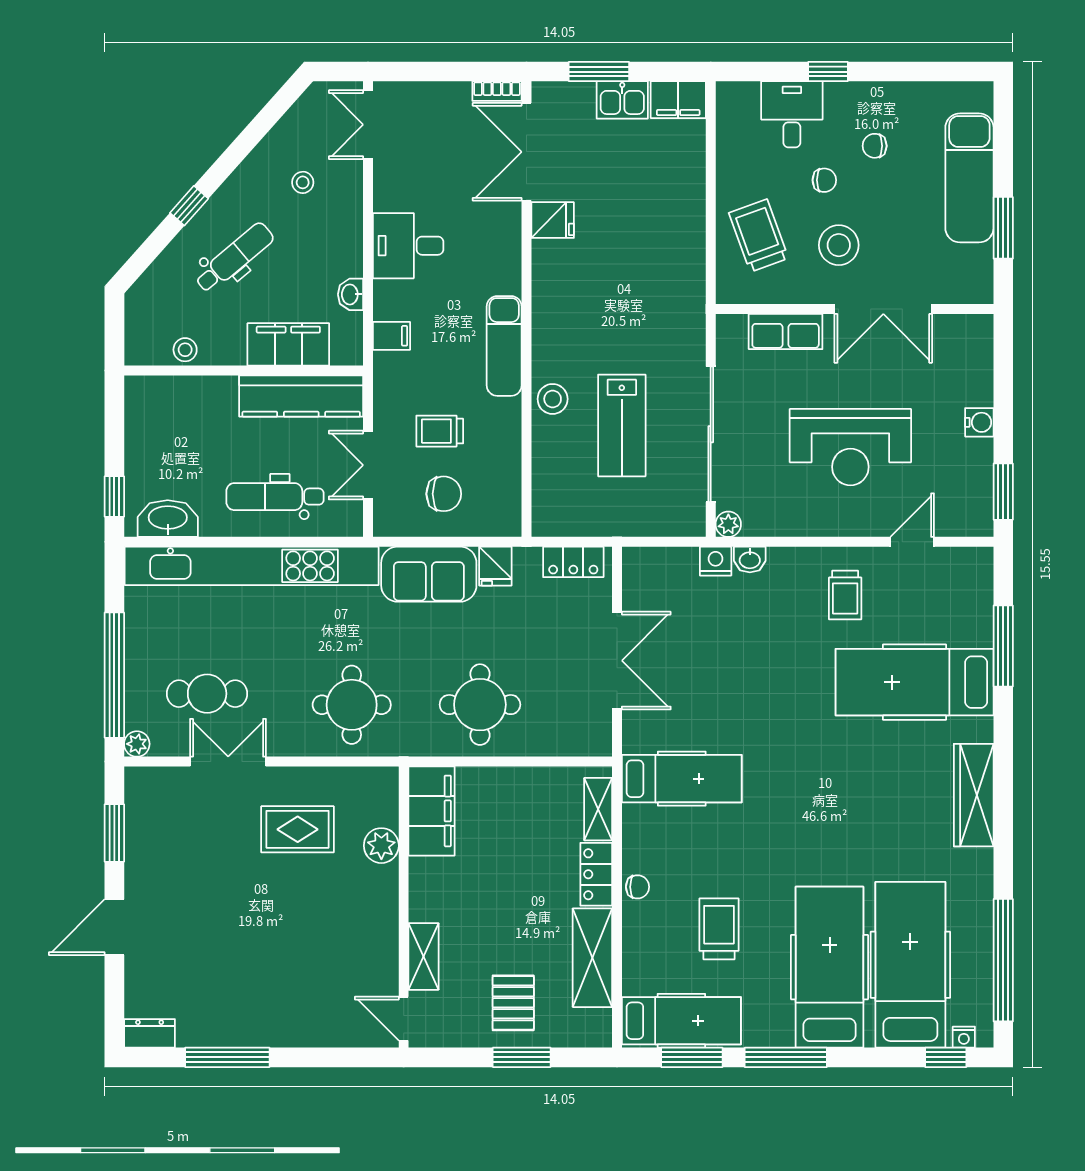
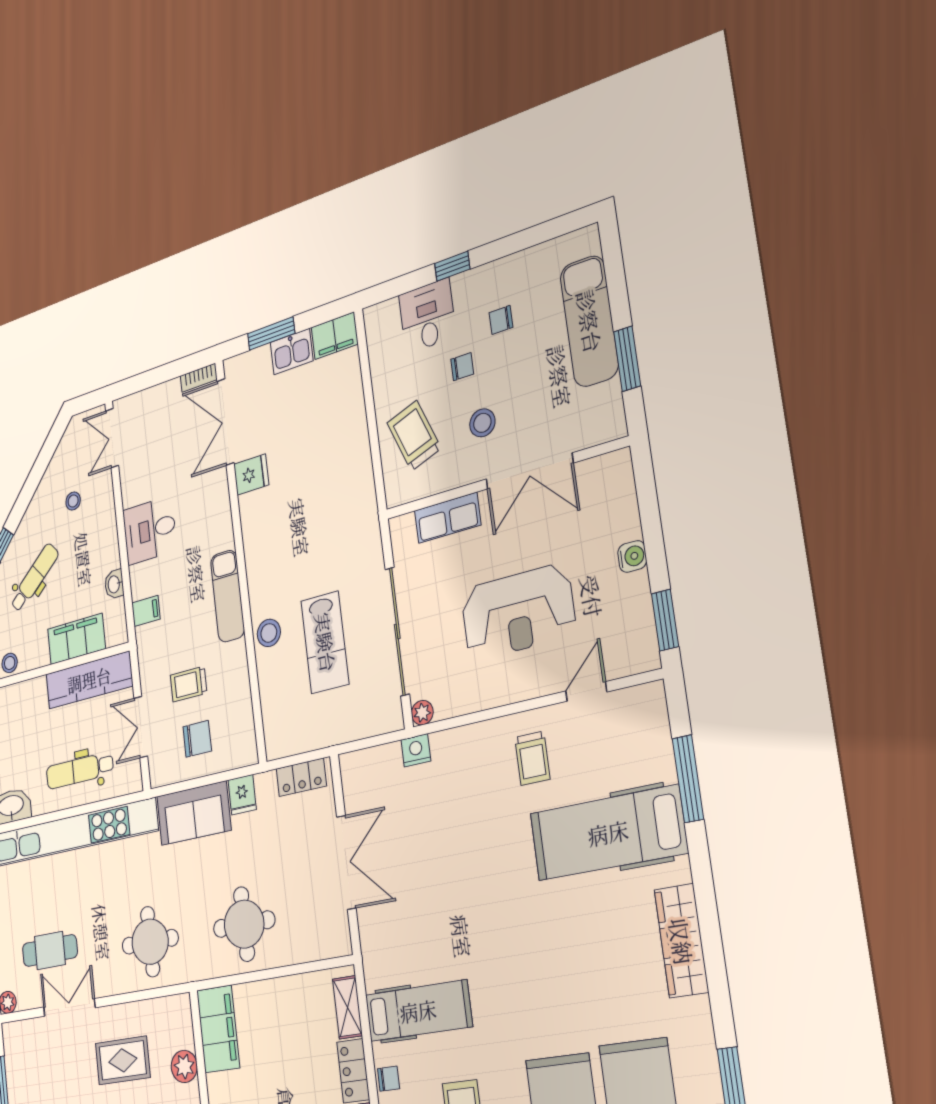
stool: (839, 245) -> (482, 423), width x0.73, depth x0.73
washbasin: (750, 560) -> (445, 742), removed
hospital bed: (682, 779) -> (418, 1011), moved

